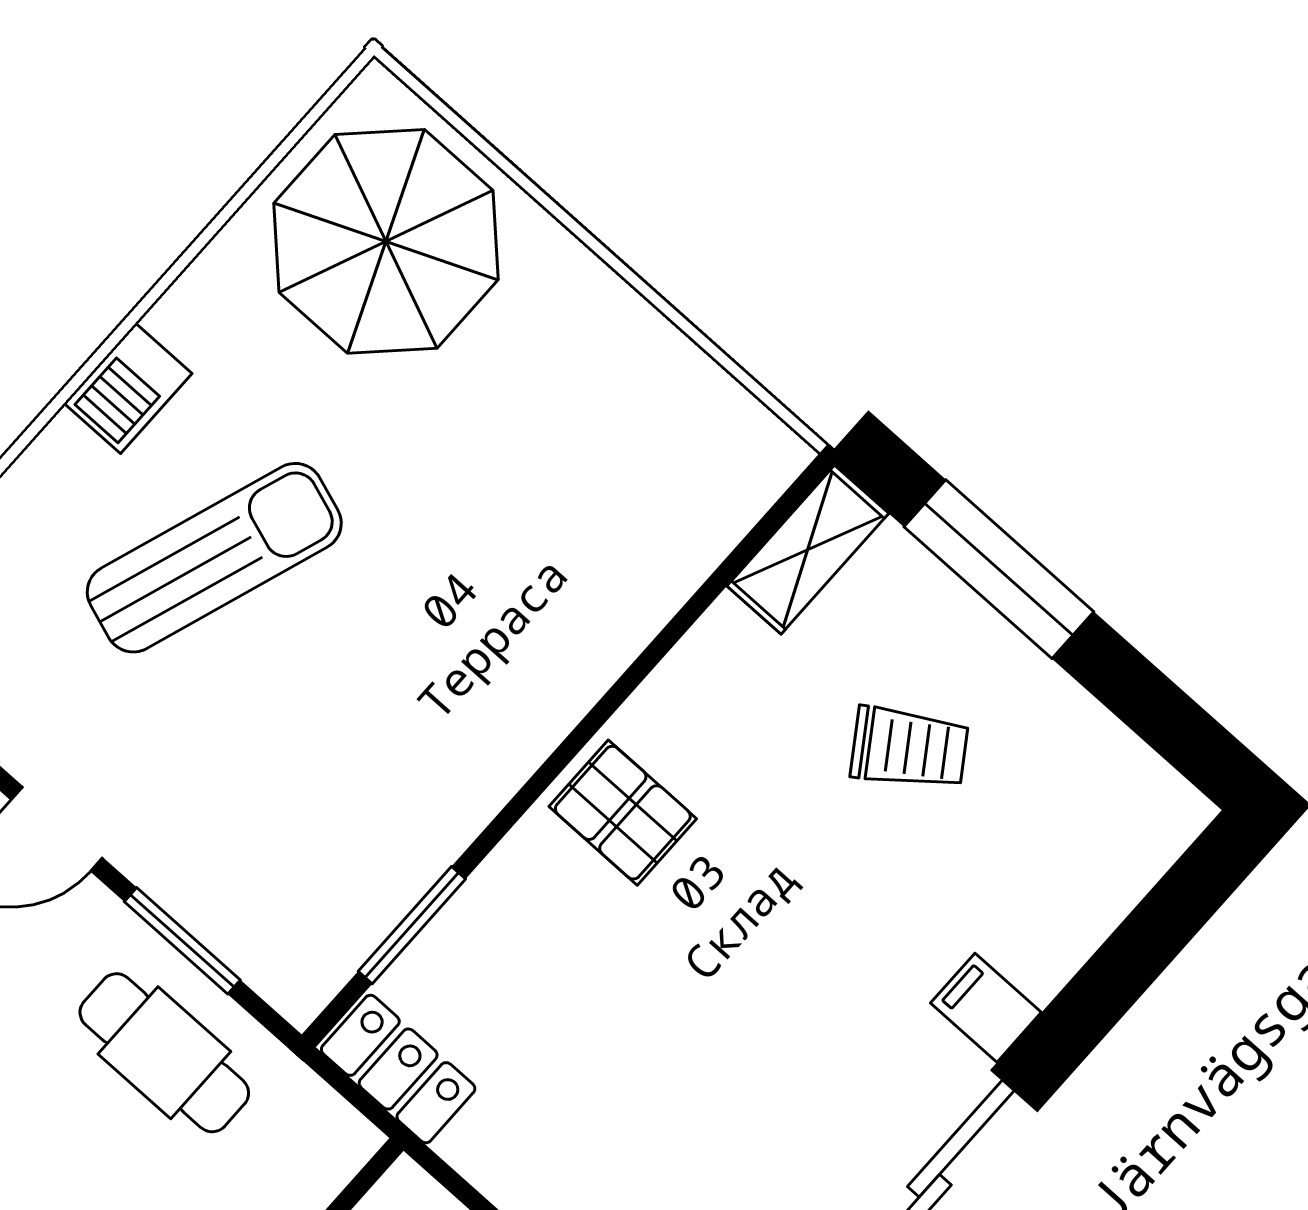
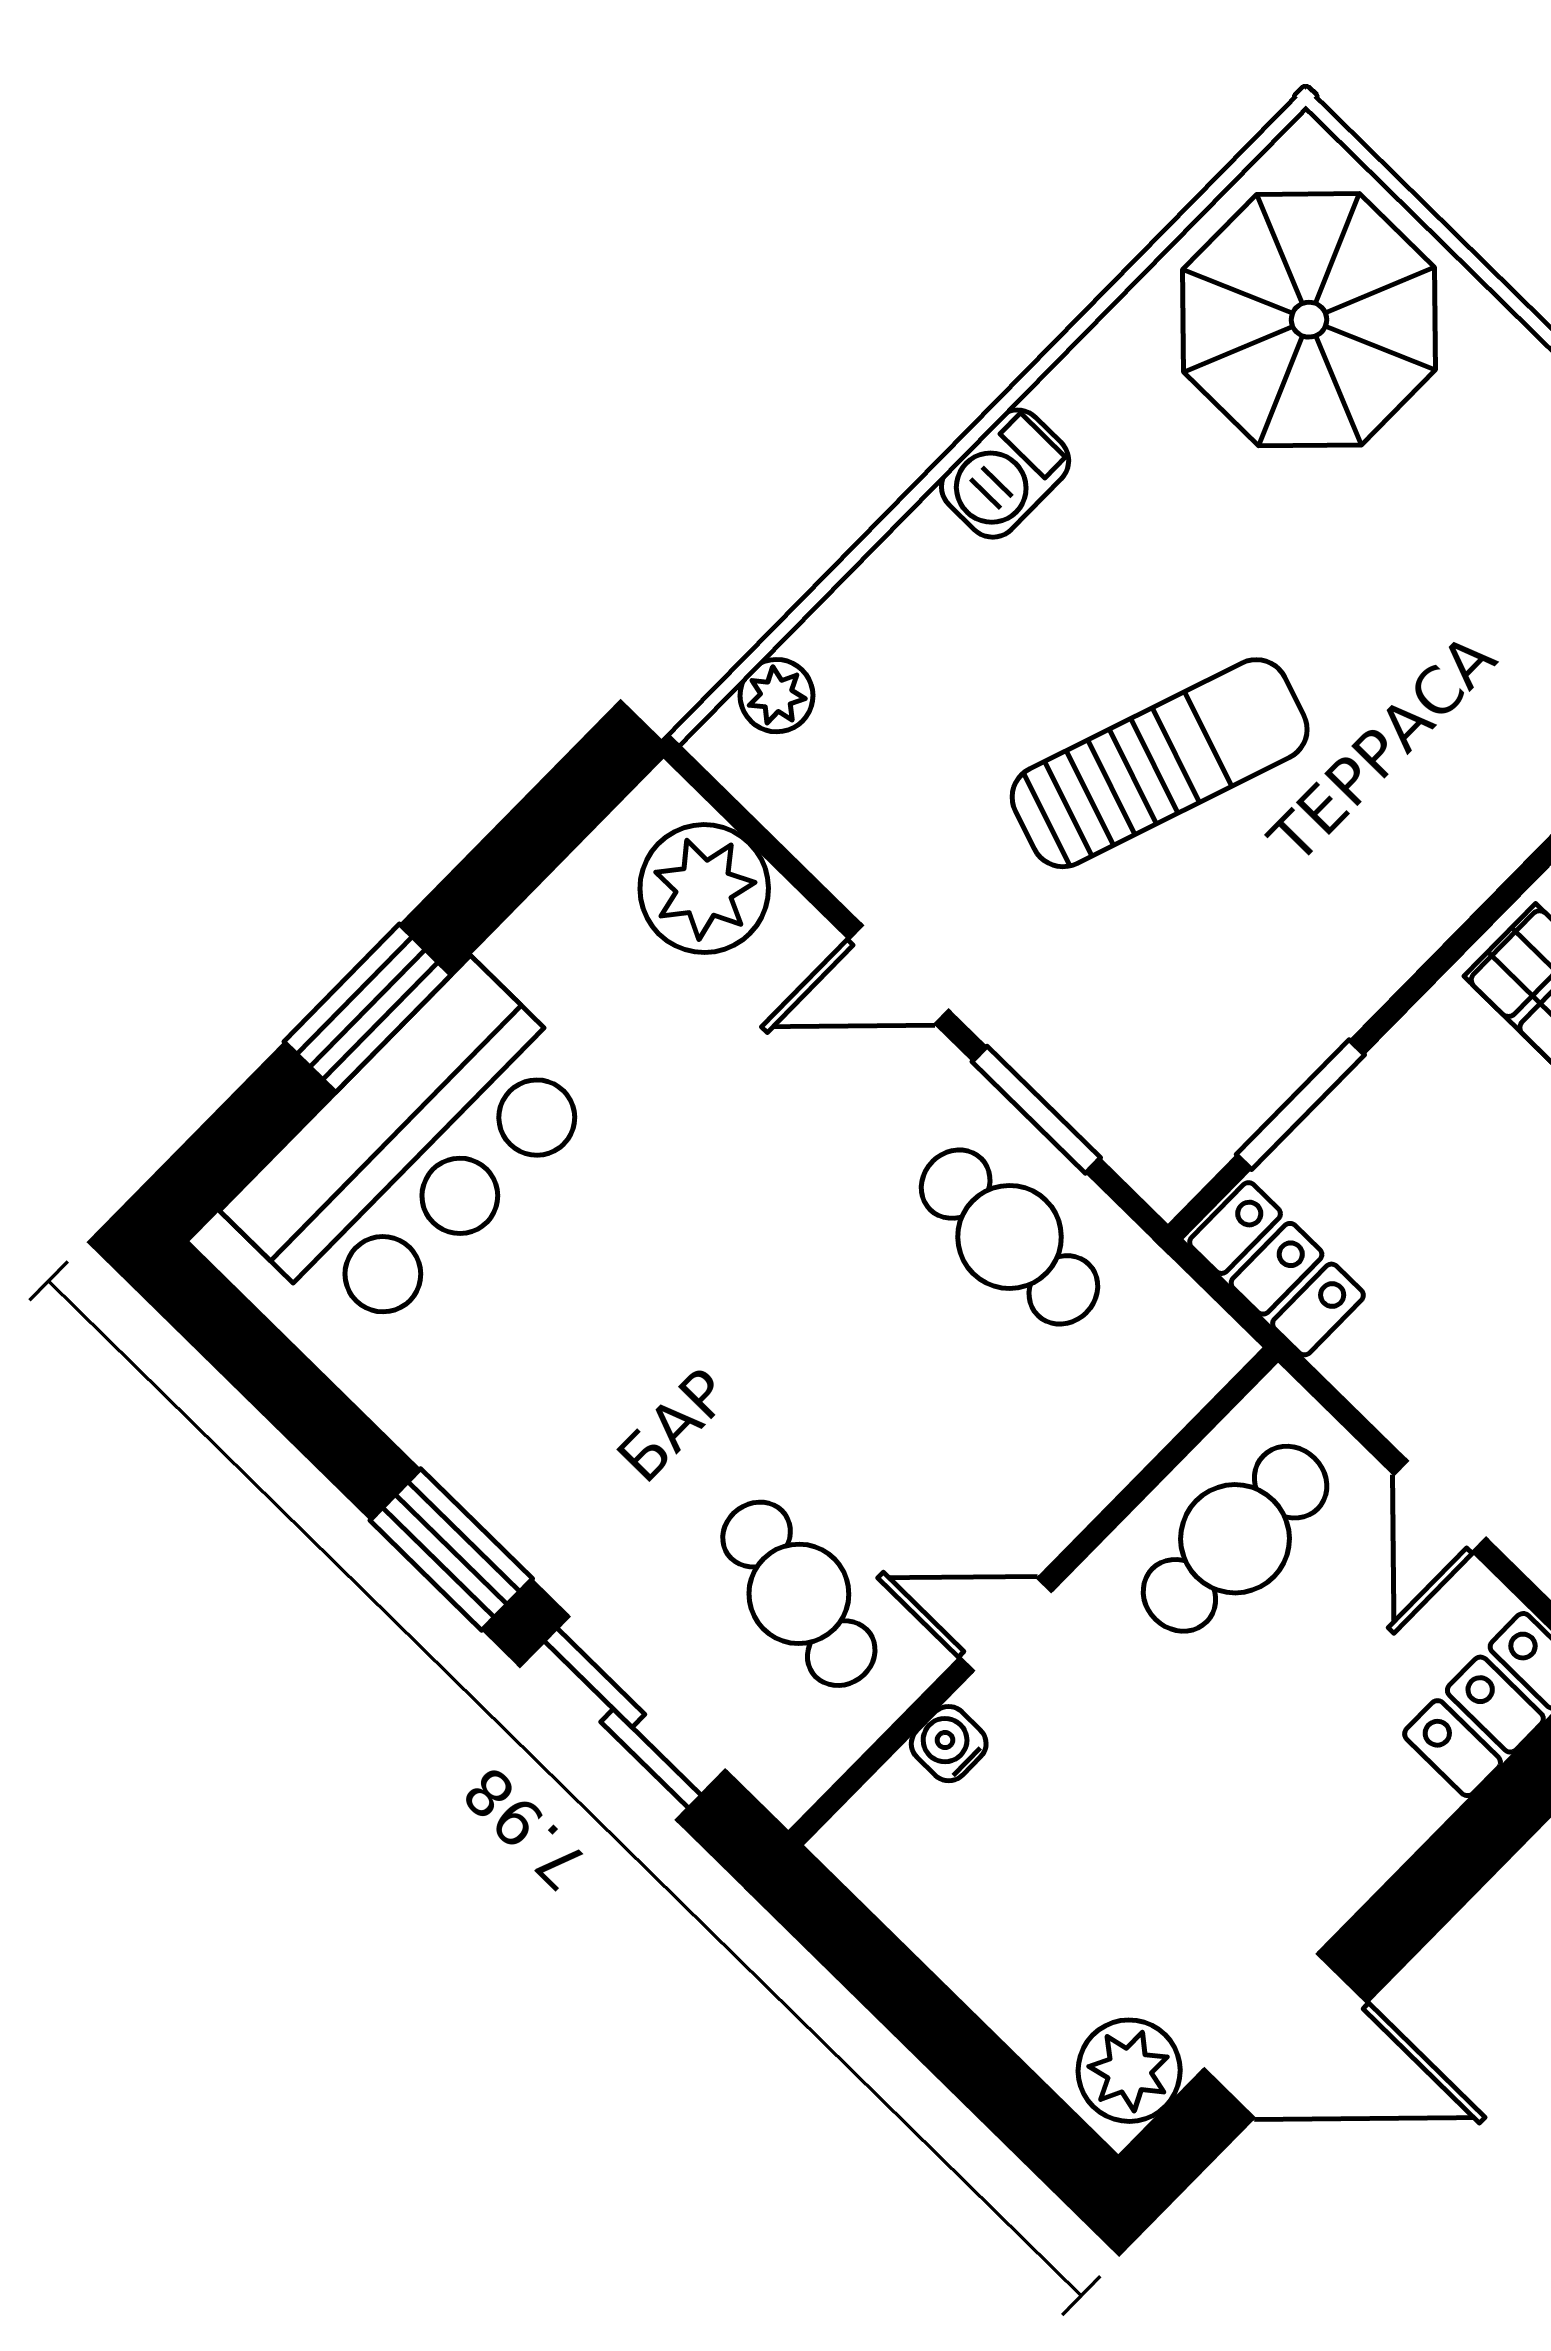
sun lounger: (214, 558) -> (1160, 763), moved

